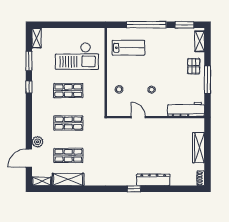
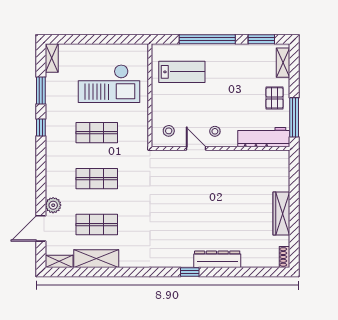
workbench: (186, 109) -> (264, 137), moved
door: (138, 117) -> (196, 148), moved
wall: (156, 117) -> (220, 148), moved

